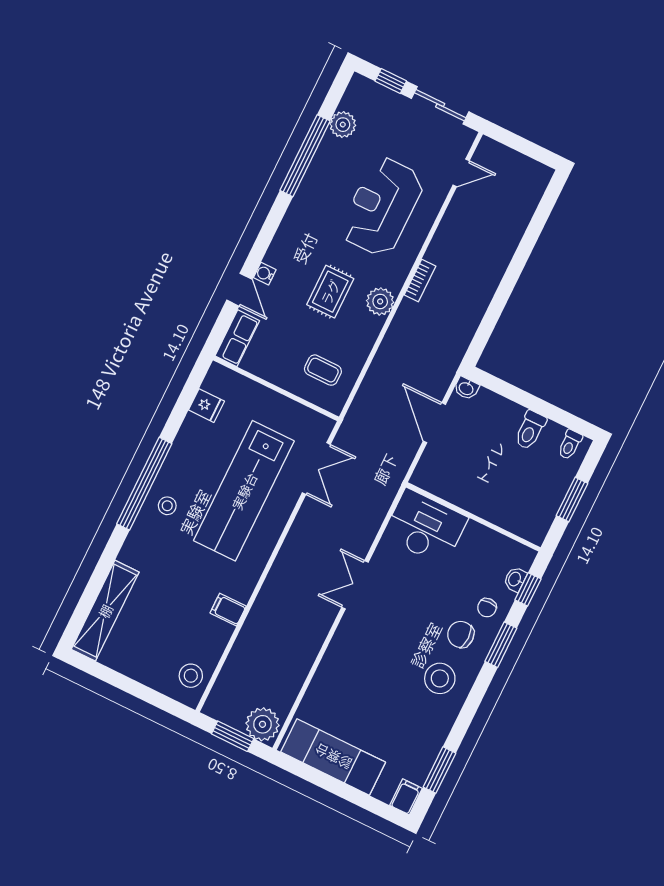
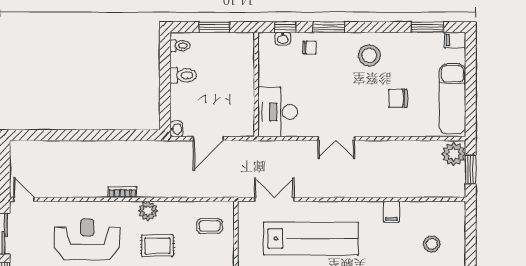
door: (461, 173) -> (24, 199), moved
reception desk: (382, 207) -> (87, 239), turned 180
coffee table: (323, 370) -> (210, 226), turned 90
chair: (461, 634) -> (398, 98), moved, turned 90
stool: (191, 676) -> (432, 244), moved

